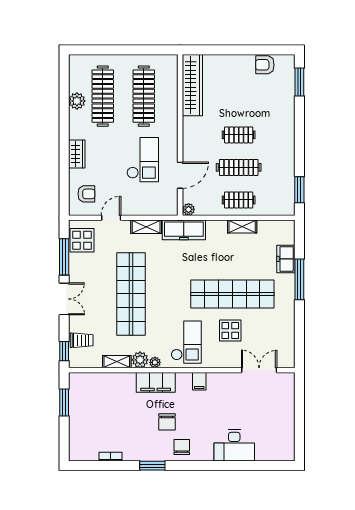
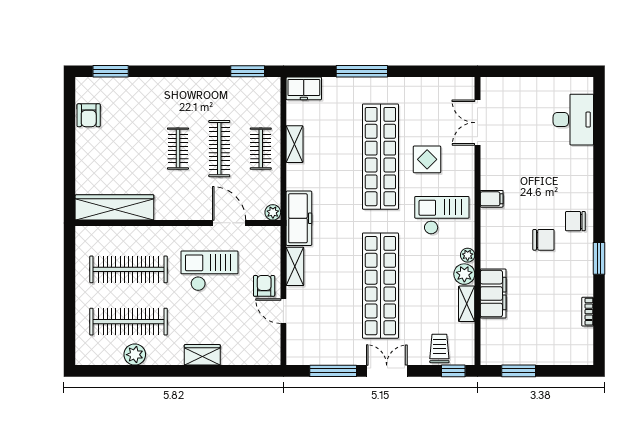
armchair: (86, 194) -> (264, 286), moved
display table: (82, 240) -> (312, 348), removed
freezer: (286, 259) -> (304, 88), moved
shop shelf: (131, 294) -> (380, 286), turned 90
filing cabinet: (156, 382) -> (493, 294), moved
desk: (234, 445) -> (573, 120), moved

